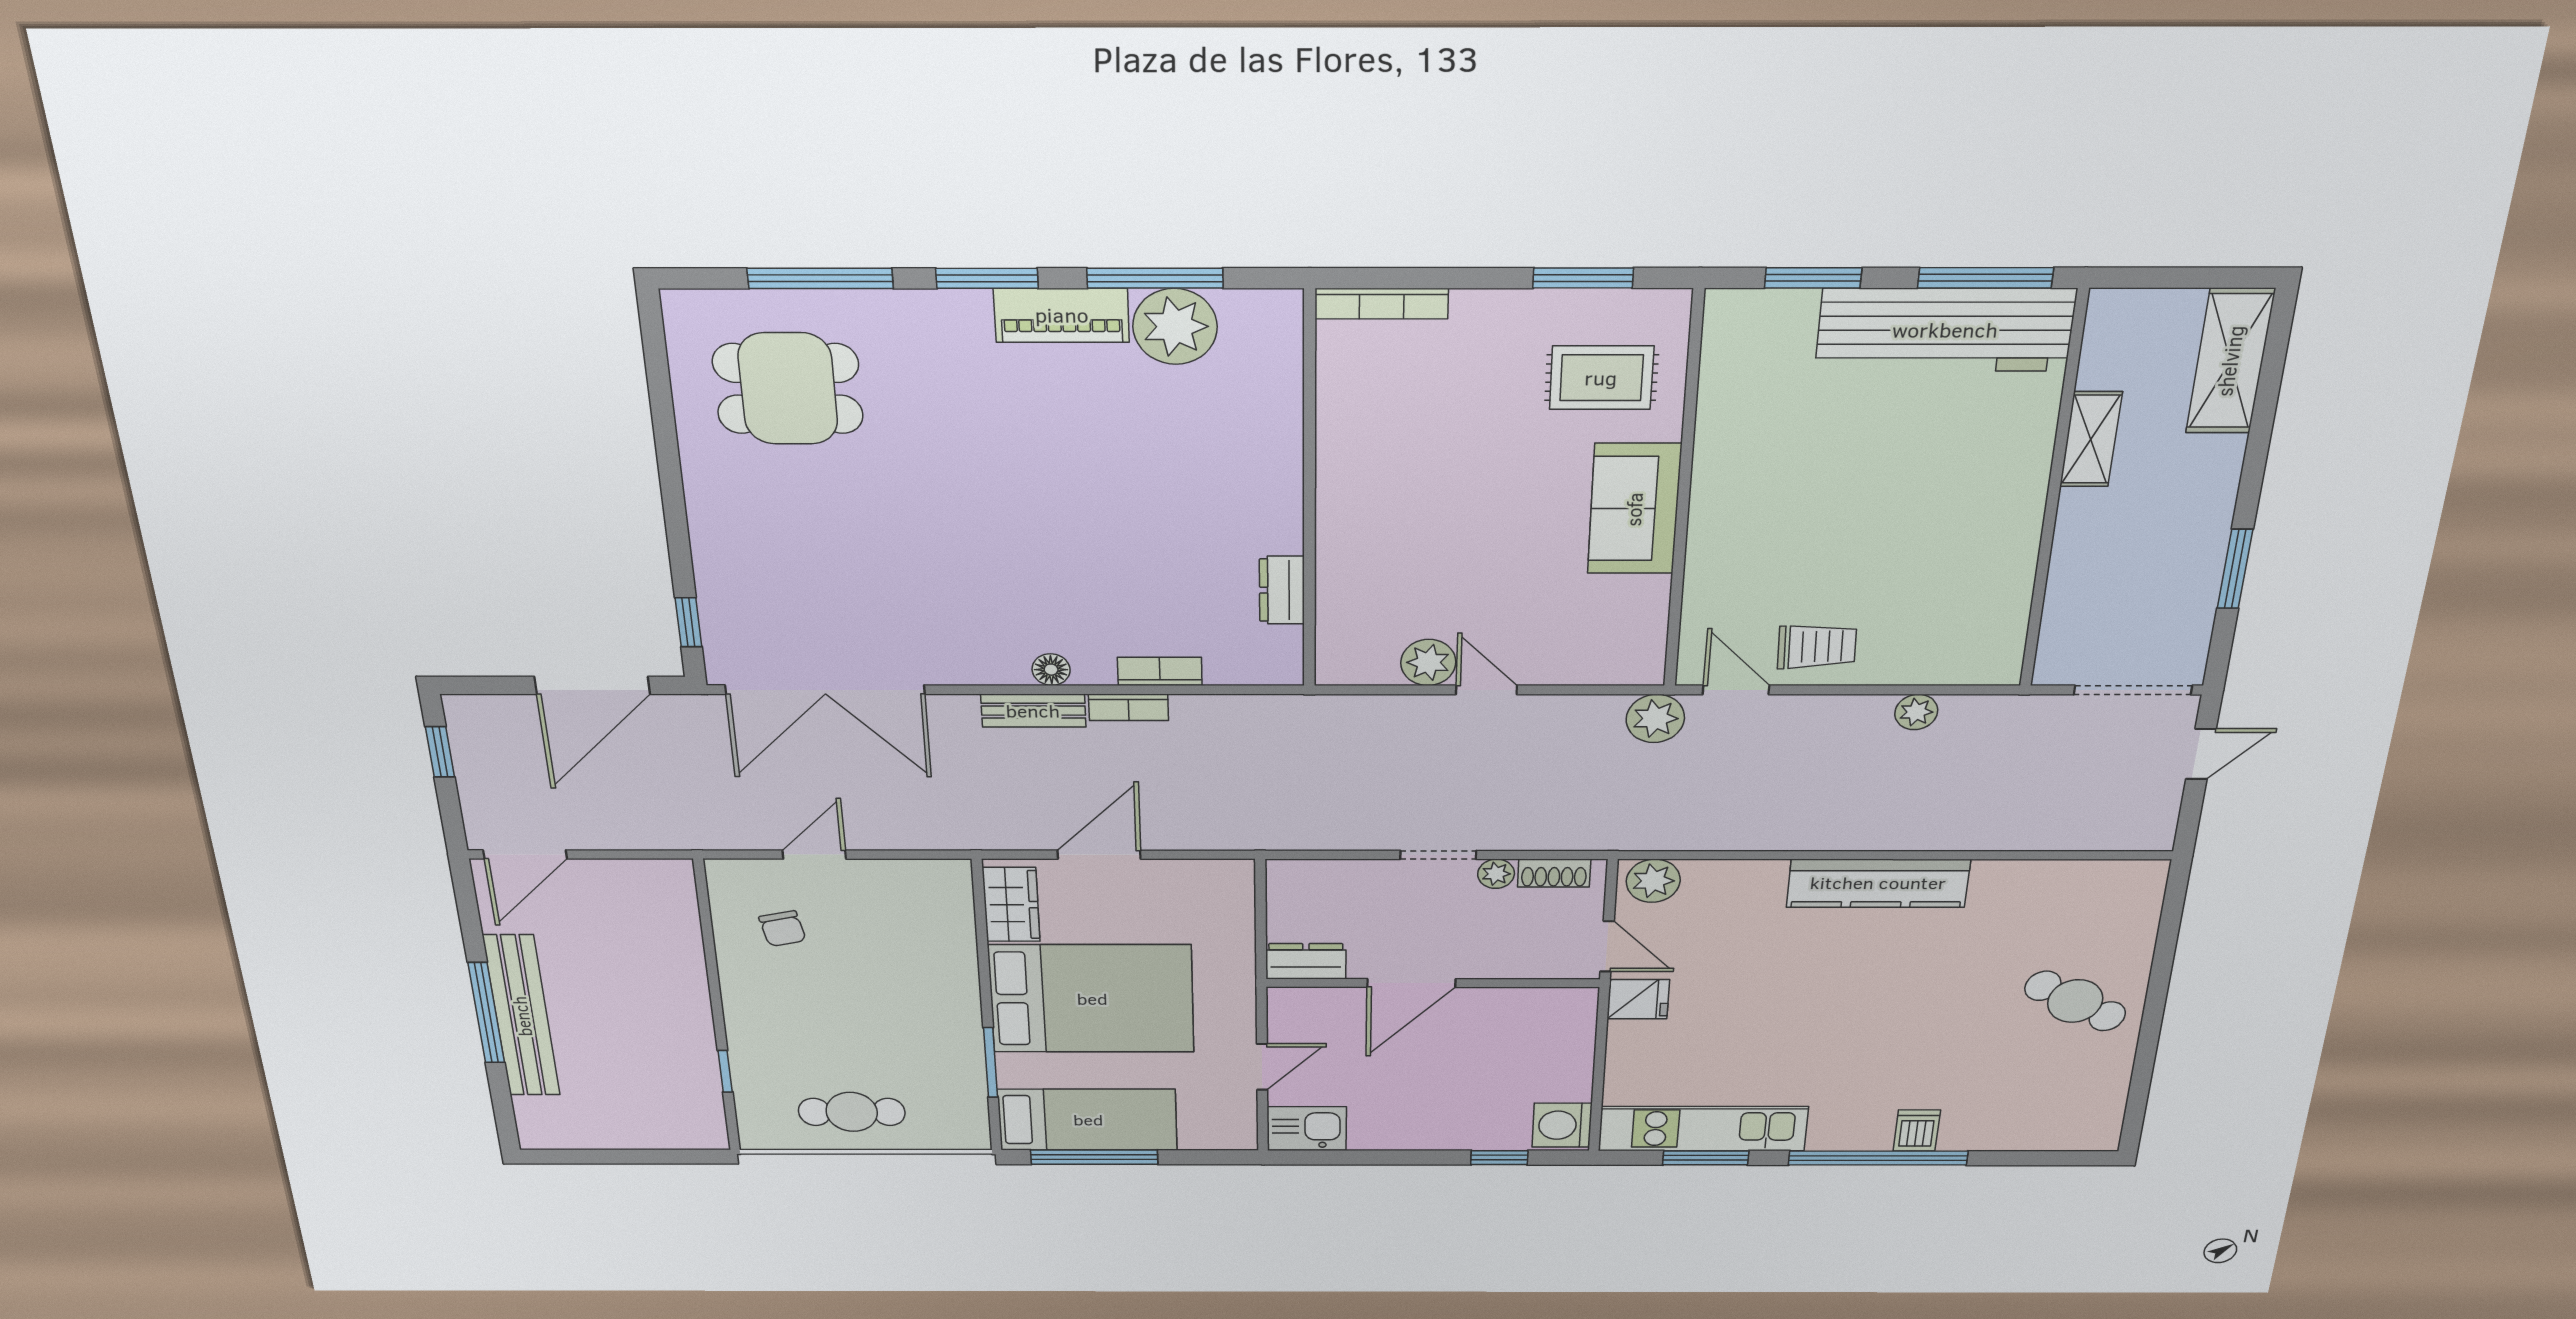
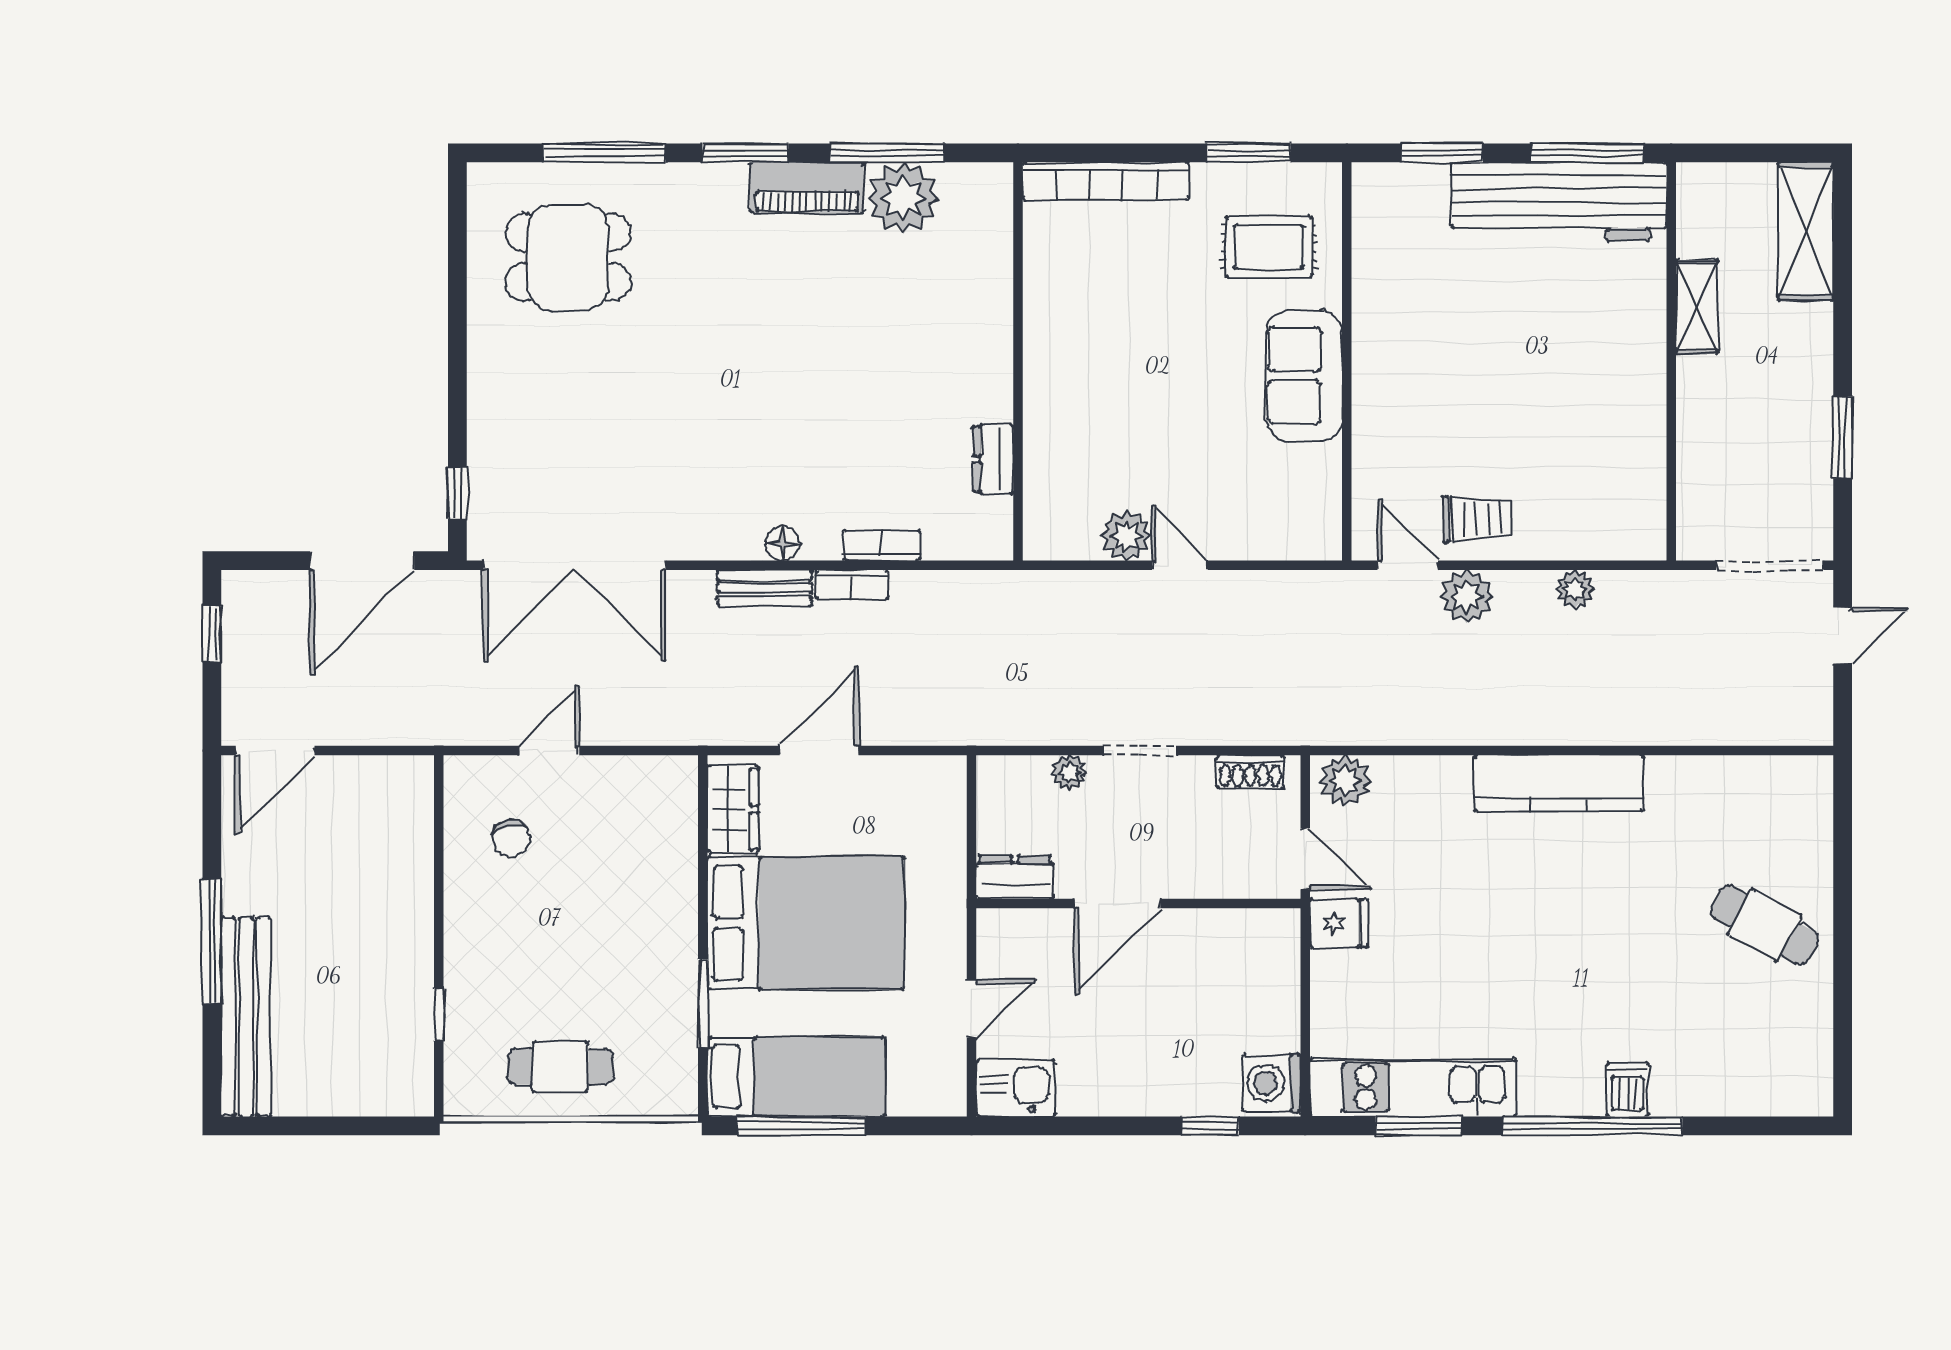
bookcase: (1382, 304) -> (1106, 181), width x1.48, depth x1.31
plant: (1655, 718) -> (1467, 596), moved
plant: (1496, 874) -> (1069, 773), moved
bench: (522, 1016) -> (246, 1017), moved

